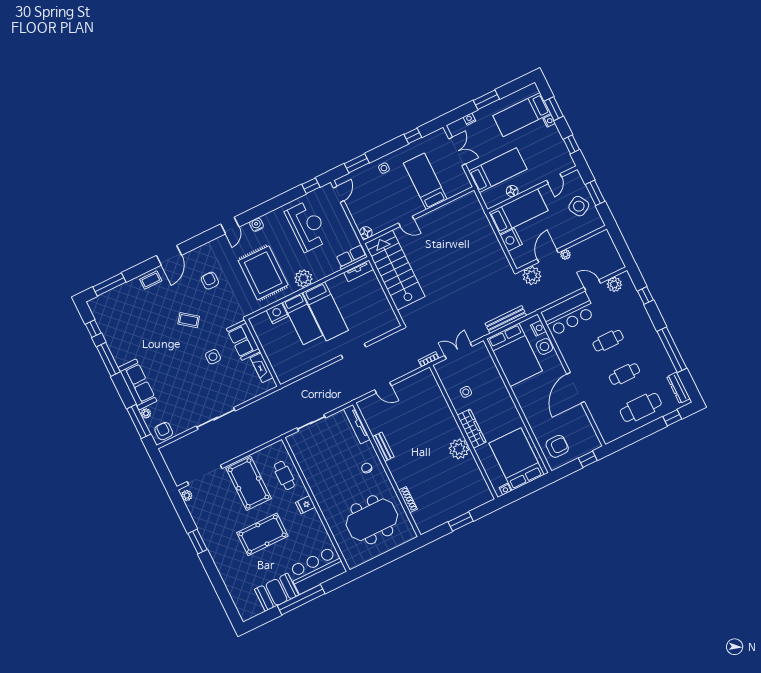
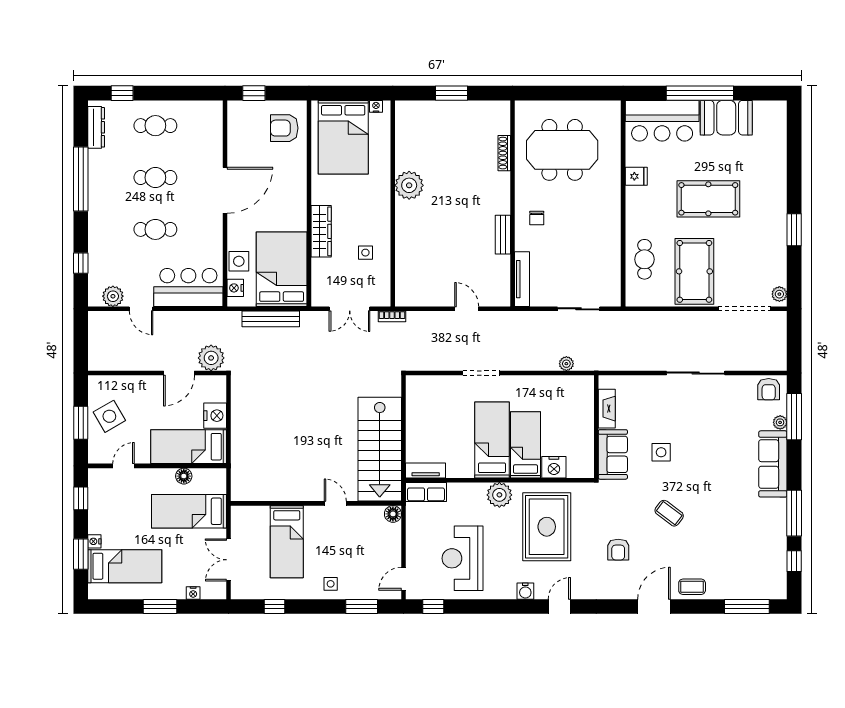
plant: (565, 255) -> (566, 364), moved
cafe table: (641, 407) -> (155, 126), width x0.73, depth x0.74
wardrobe: (472, 429) -> (321, 231), moved, turned 180
fridge: (305, 505) -> (636, 176), moved

